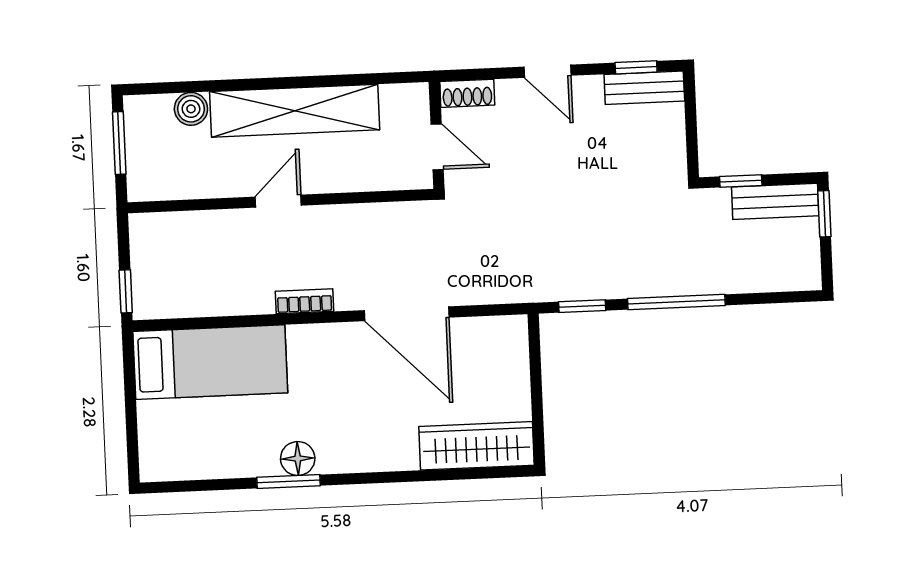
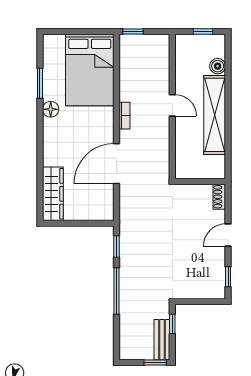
bench: (644, 88) -> (218, 280), removed
window: (119, 143) -> (203, 32), width x0.67
door: (437, 147) -> (195, 181), removed
bed: (210, 362) -> (90, 70), width x1.50
window: (288, 482) -> (40, 83), moved

